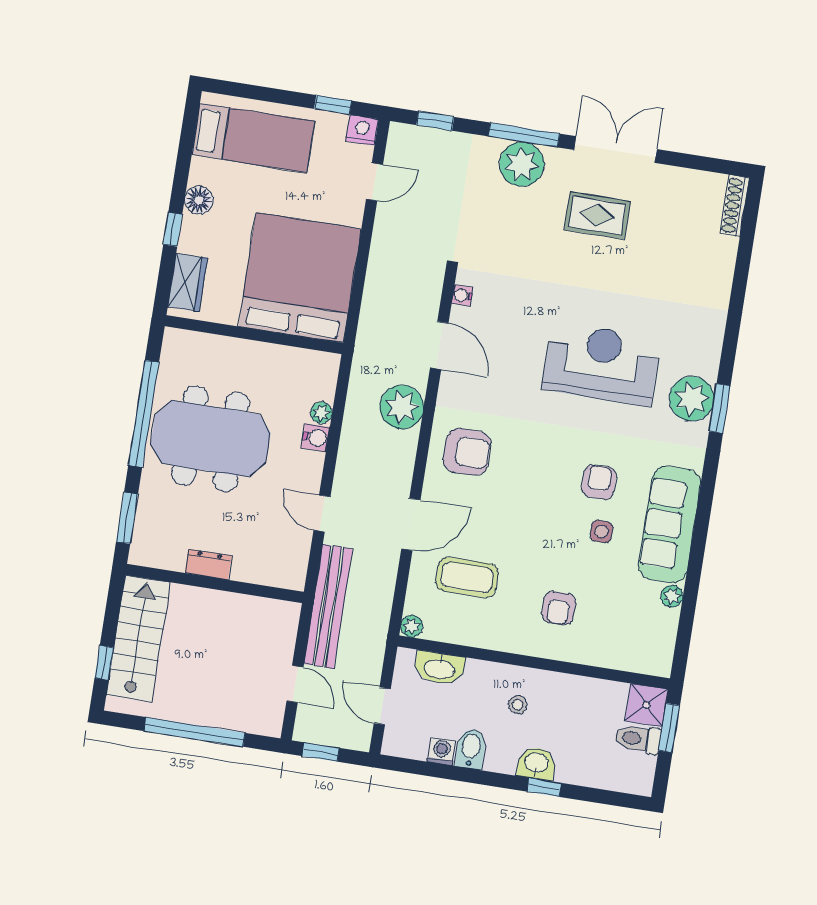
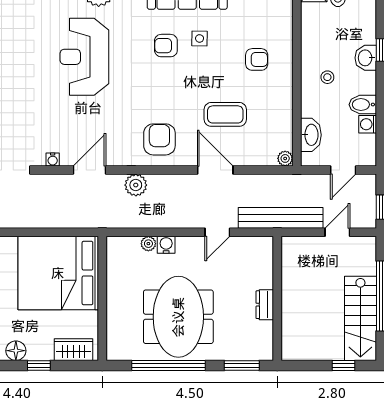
plant: (402, 407) -> (136, 185), width x0.73, depth x0.73
coffee table: (467, 577) -> (225, 114), moved, turned 90
stairs: (138, 639) -> (360, 318), moved, turned -90

